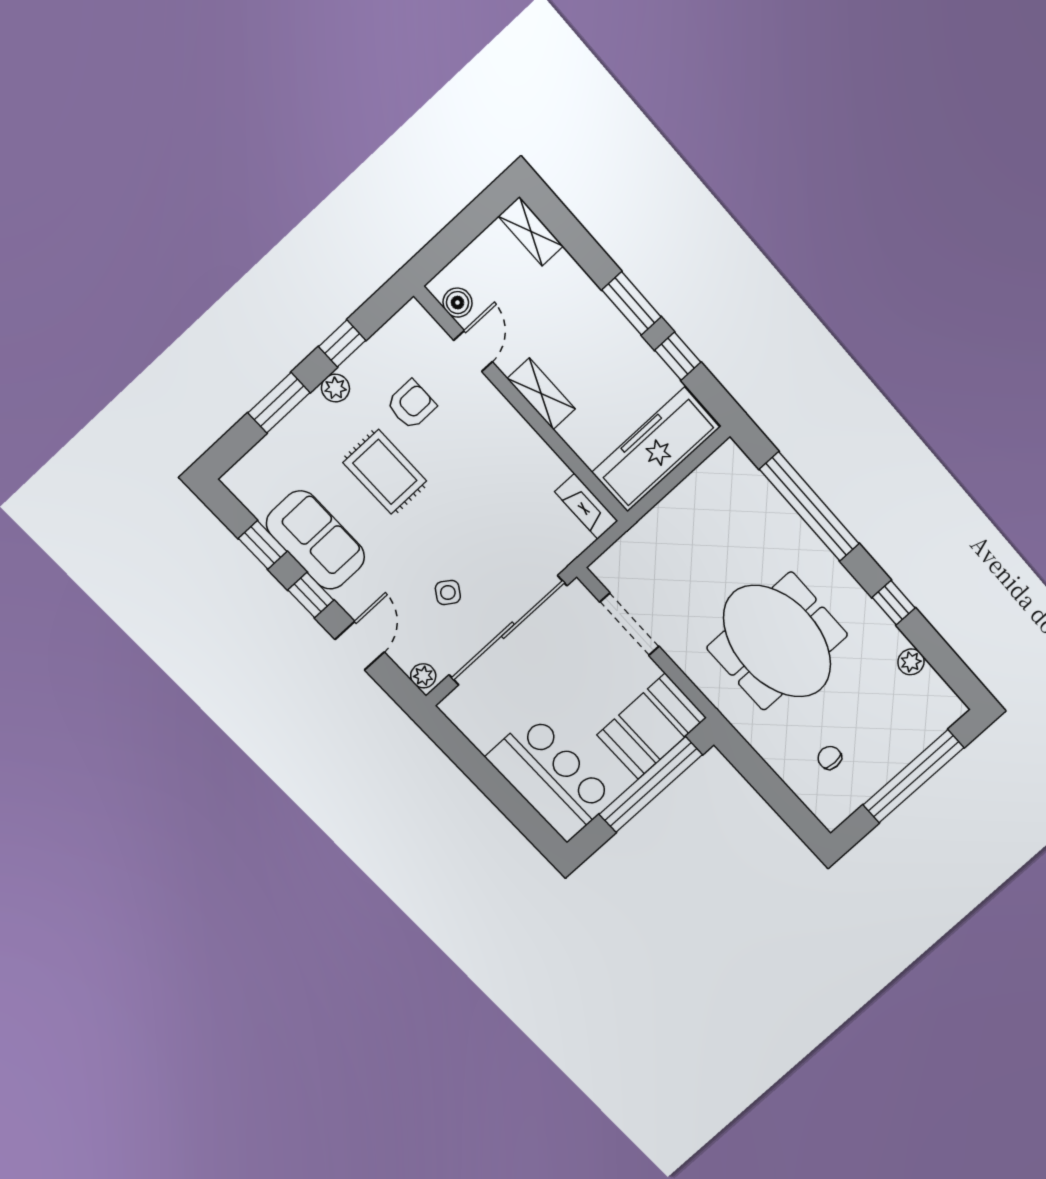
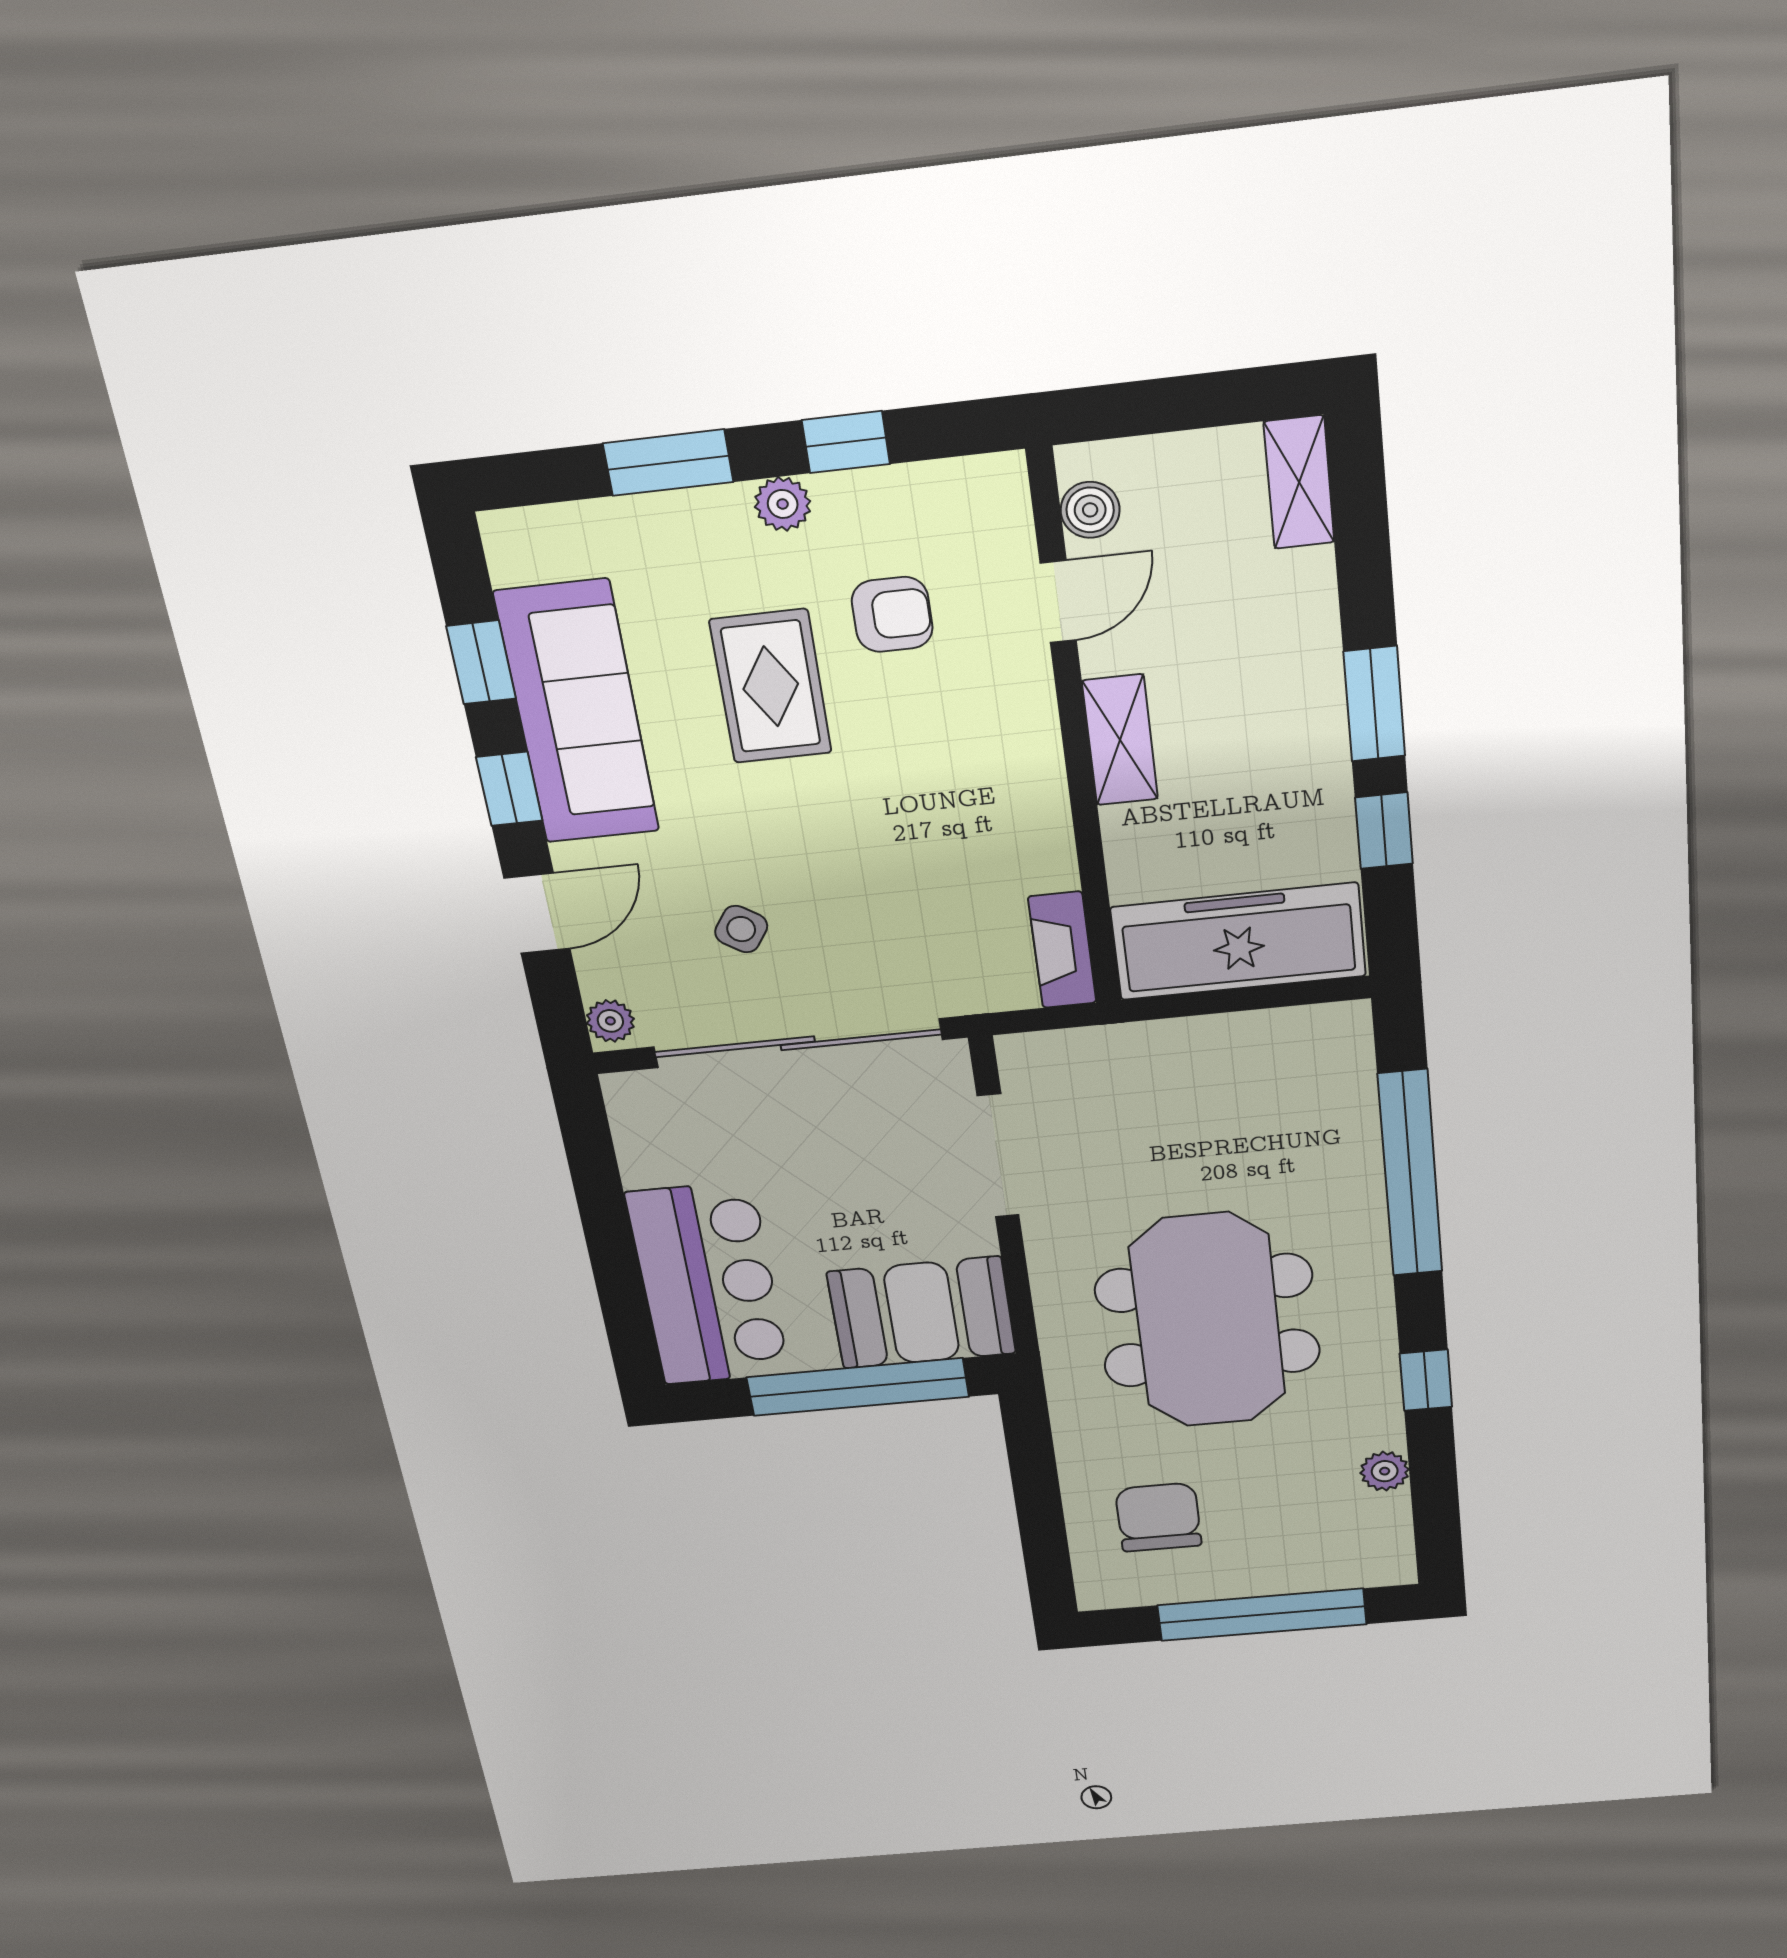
sofa: (316, 540) -> (577, 713), width x1.36
chair: (830, 758) -> (1158, 1517), width x1.87, depth x1.87

